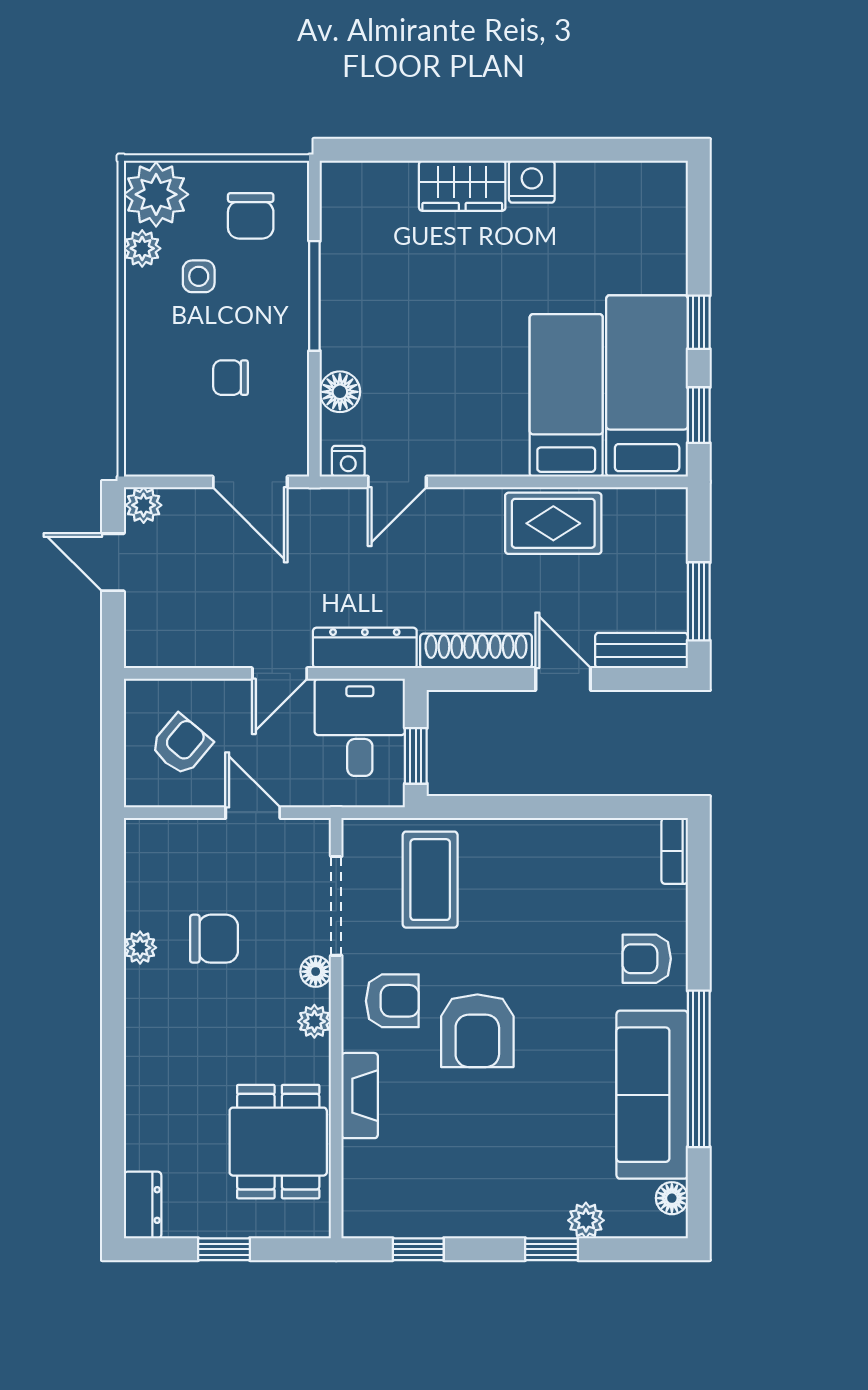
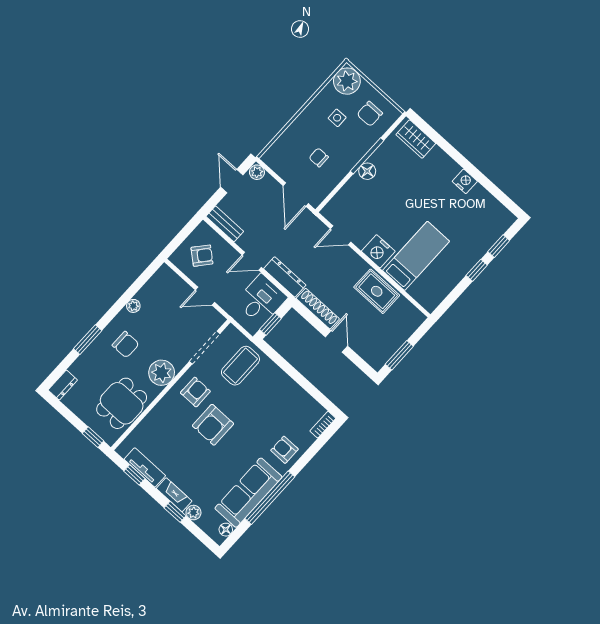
wardrobe: (462, 186) -> (416, 139), moved
plant: (142, 248) -> (328, 94), removed
bed: (647, 386) -> (443, 275), removed
floor lamp: (340, 392) -> (367, 171), moved
window: (699, 415) -> (499, 246), moved
nightstand: (348, 461) -> (378, 251), moved, width x1.89, depth x1.79
bench: (642, 650) -> (225, 224), moved
door: (253, 813) -> (205, 296), swing flipped
chair: (214, 939) -> (126, 345), moved
floor lamp: (316, 972) -> (180, 362), removed
armchair: (392, 1001) -> (195, 392), turned -90
plant: (314, 1021) -> (162, 373), width x1.88, depth x1.88
window: (113, 1083) -> (88, 340), added
fireplace: (360, 1096) -> (174, 495), moved, turned -90
tv unit: (425, 1219) -> (145, 467), added
window: (224, 1249) -> (93, 437), moved

